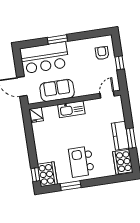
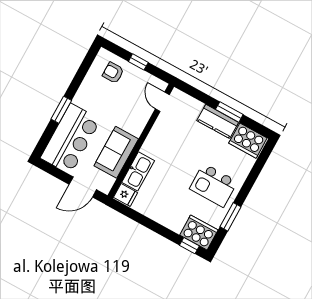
kitchen sink: (71, 109) -> (138, 171), moved

